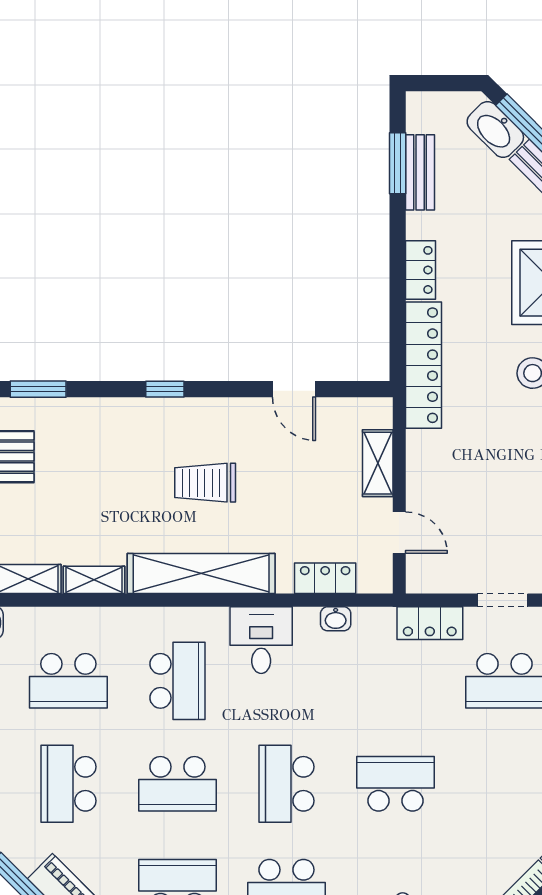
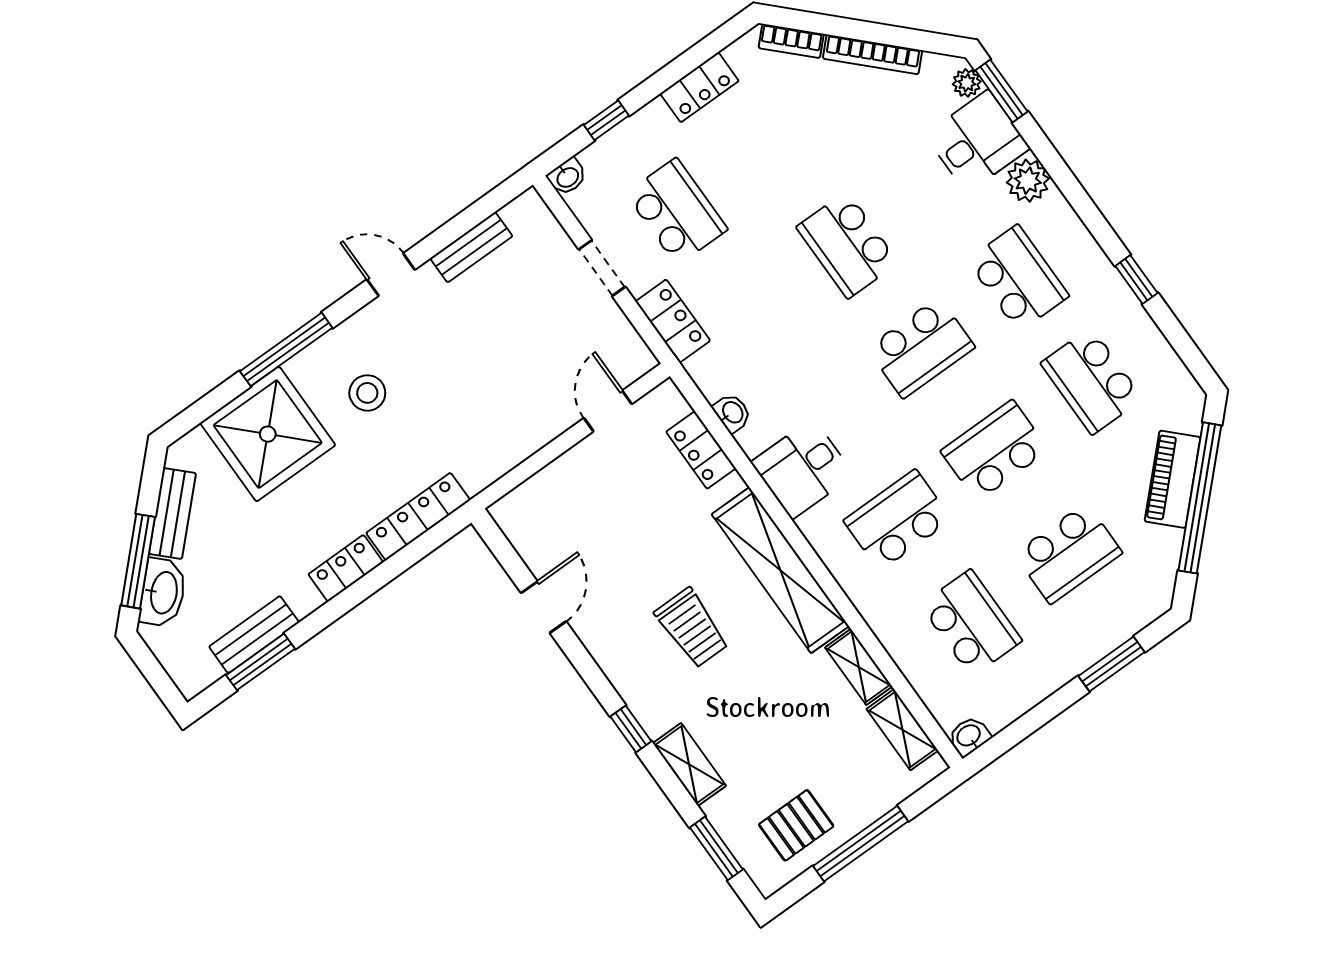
locker: (424, 365) -> (418, 517), width x0.71, depth x0.83
shelving: (378, 463) -> (689, 765), moved, turned 90
school desk: (177, 784) -> (995, 451), turned -90

